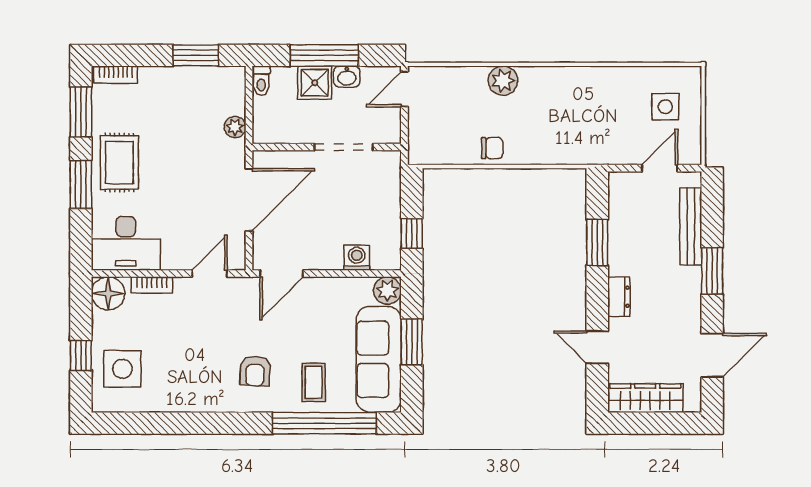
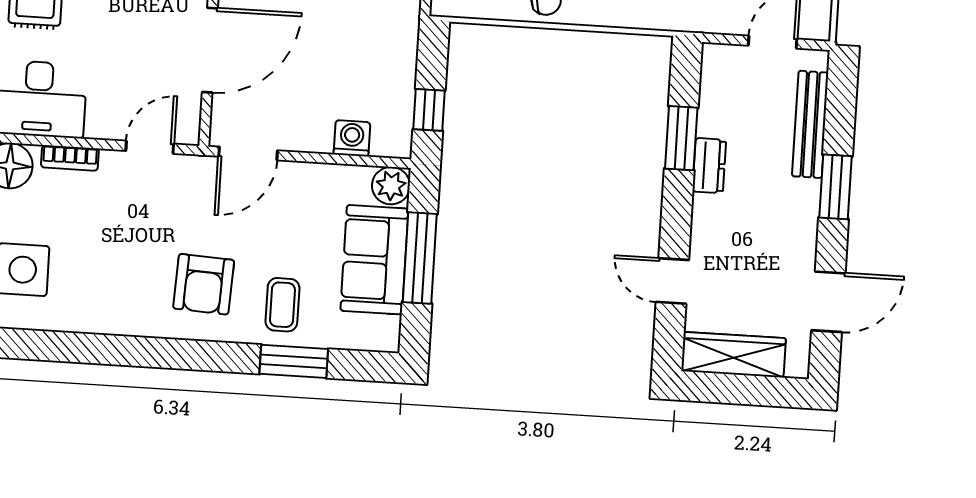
dresser: (619, 297) -> (709, 166), moved
window: (412, 342) -> (420, 258), width x1.44
sofa: (379, 359) -> (374, 260), width x0.73
armchair: (255, 371) -> (204, 284), width x1.38, depth x1.38
window: (324, 423) -> (294, 361), width x0.47

